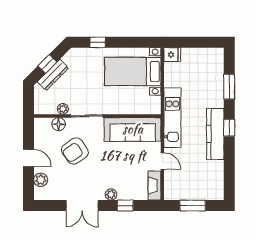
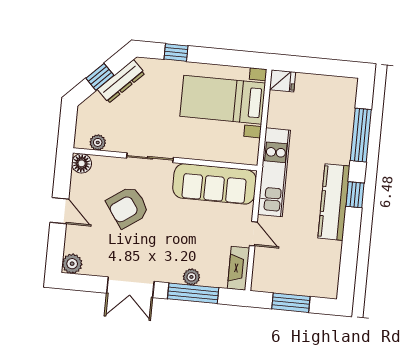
dresser: (53, 75) -> (121, 81), moved
window: (229, 87) -> (361, 135), width x1.44
plant: (63, 109) -> (98, 142), moved
floor lamp: (59, 124) -> (82, 163), moved
plant: (41, 180) -> (72, 264), moved
plant: (111, 194) -> (191, 277), moved
window: (125, 206) -> (193, 293), width x2.17

